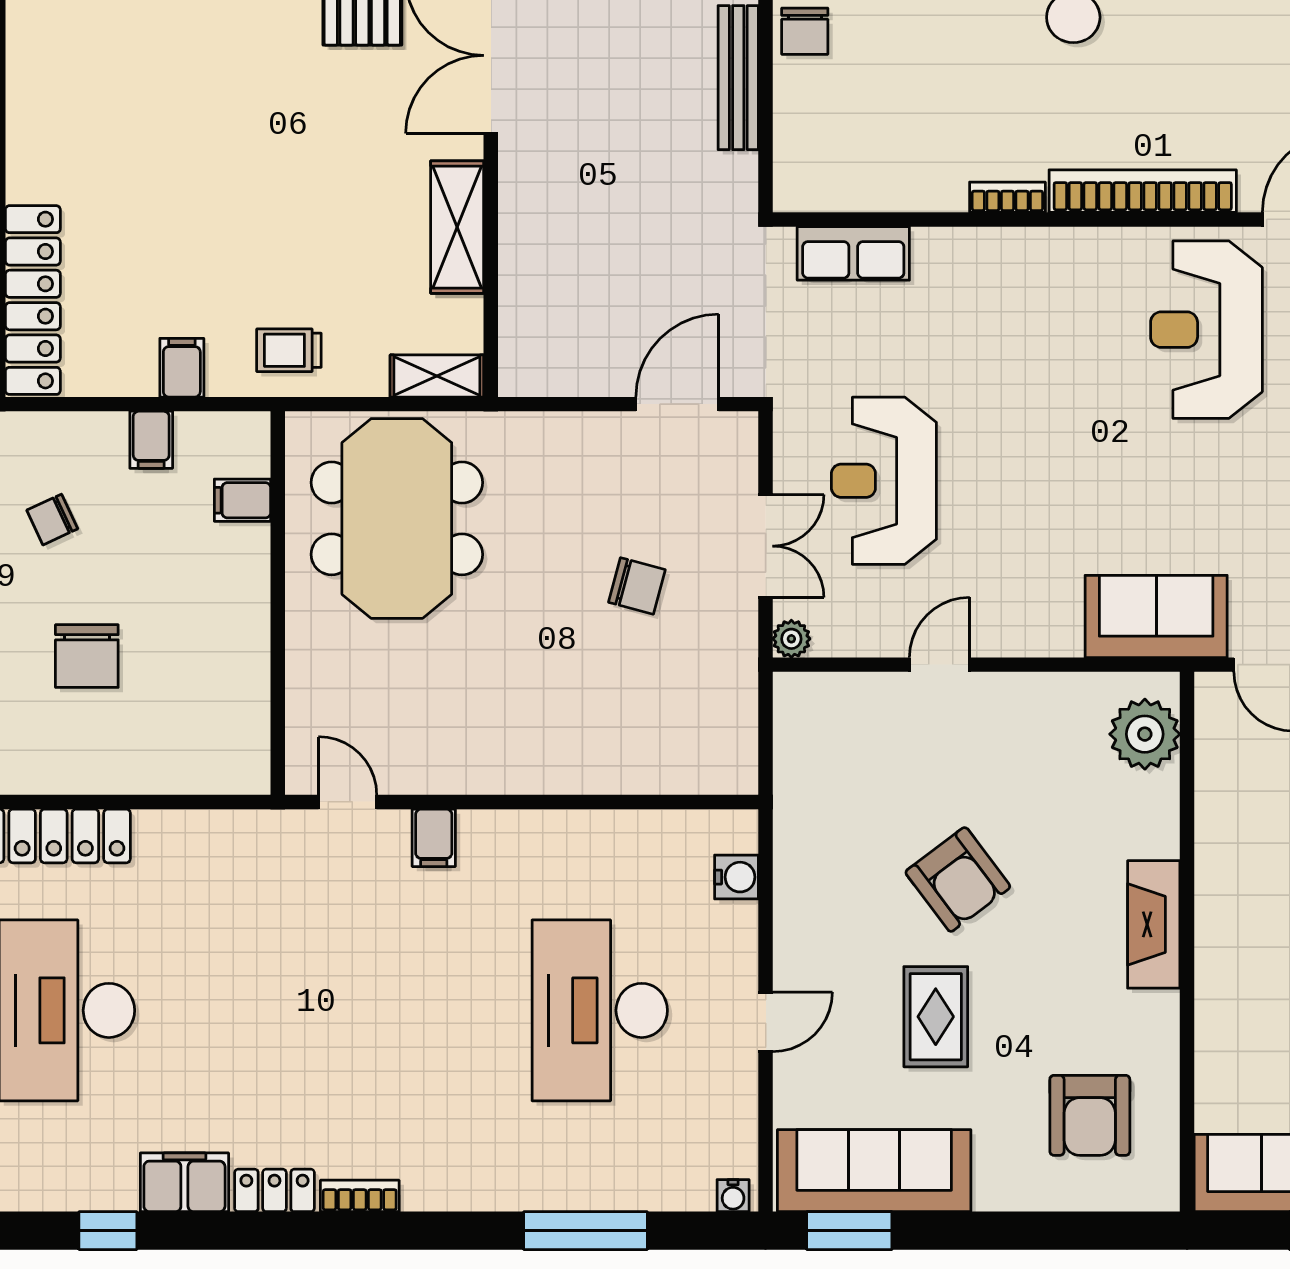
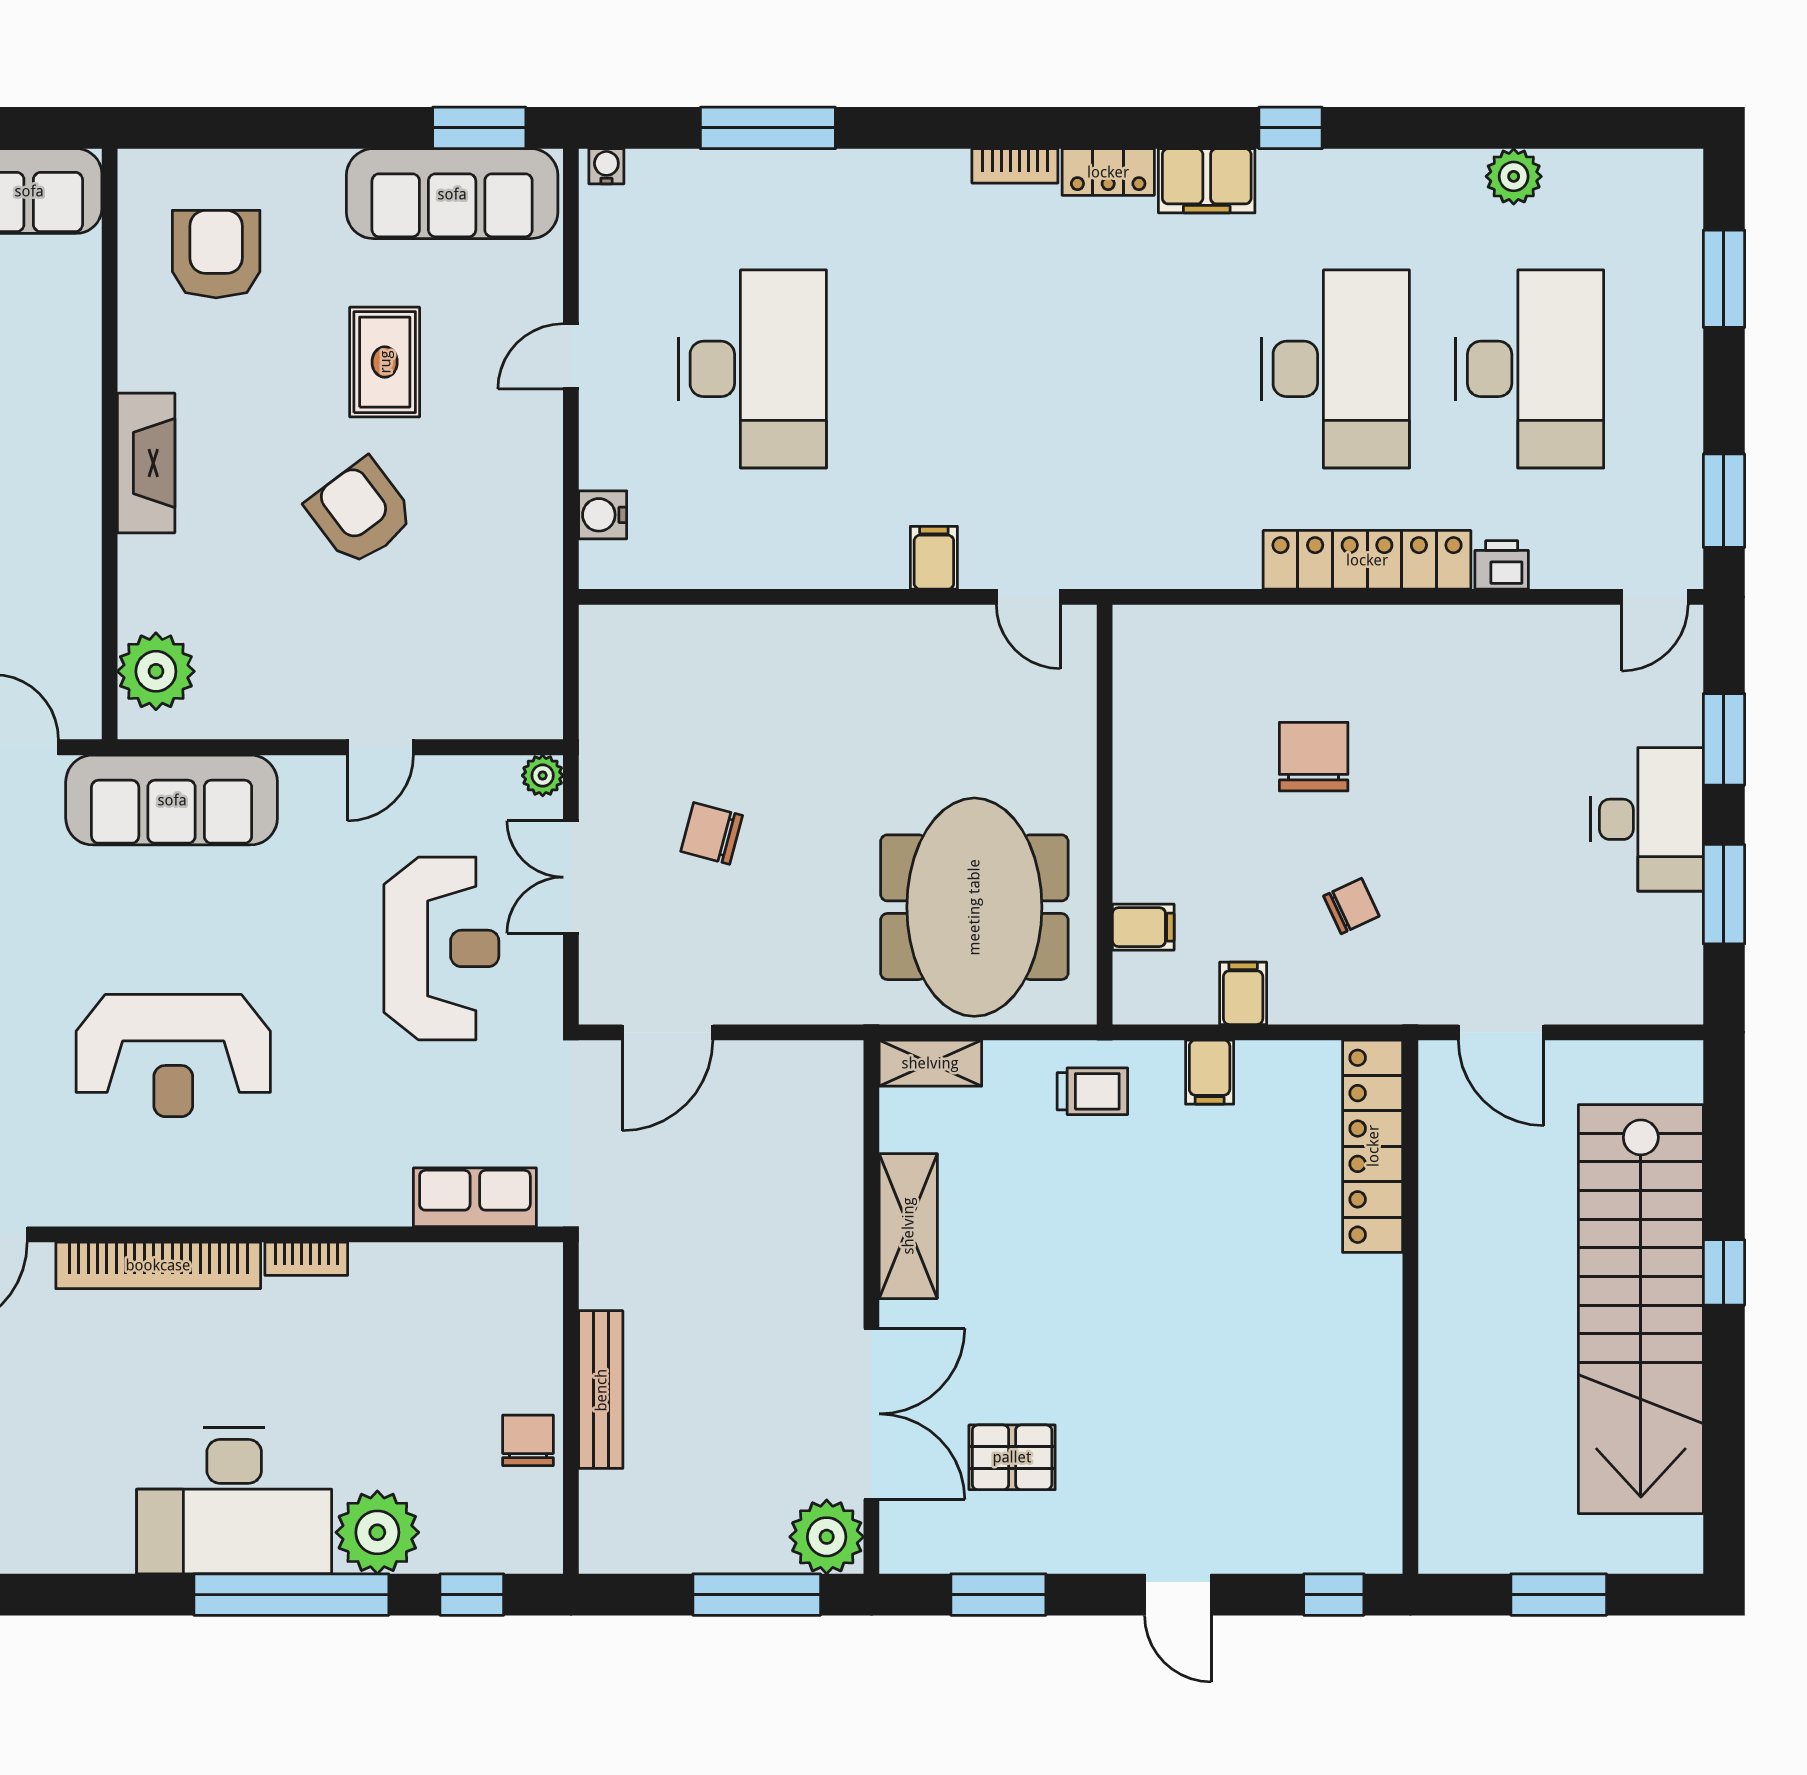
reception desk: (1206, 330) -> (173, 1056), moved, turned 90
sofa: (1156, 616) -> (172, 800), width x1.36

